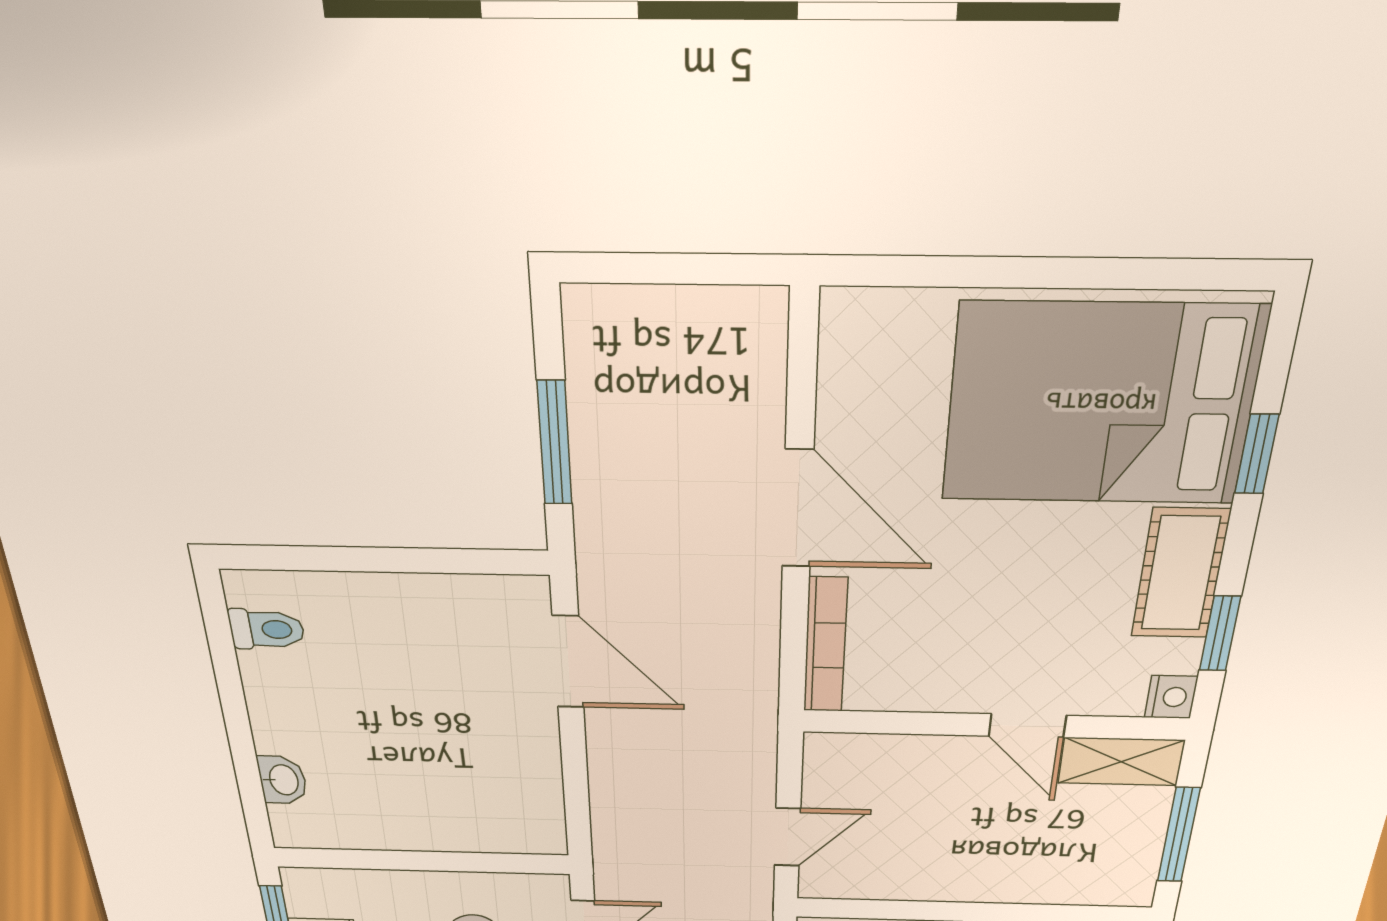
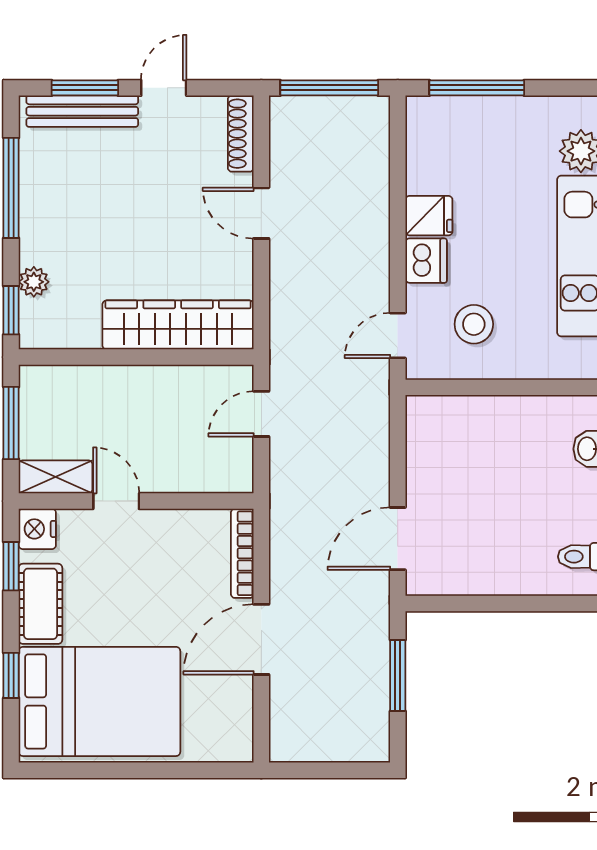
door: (798, 509) -> (261, 639), hinge flipped
door: (568, 662) -> (398, 539), hinge flipped
nightstand: (1171, 697) -> (37, 529), width x1.39, depth x1.35

